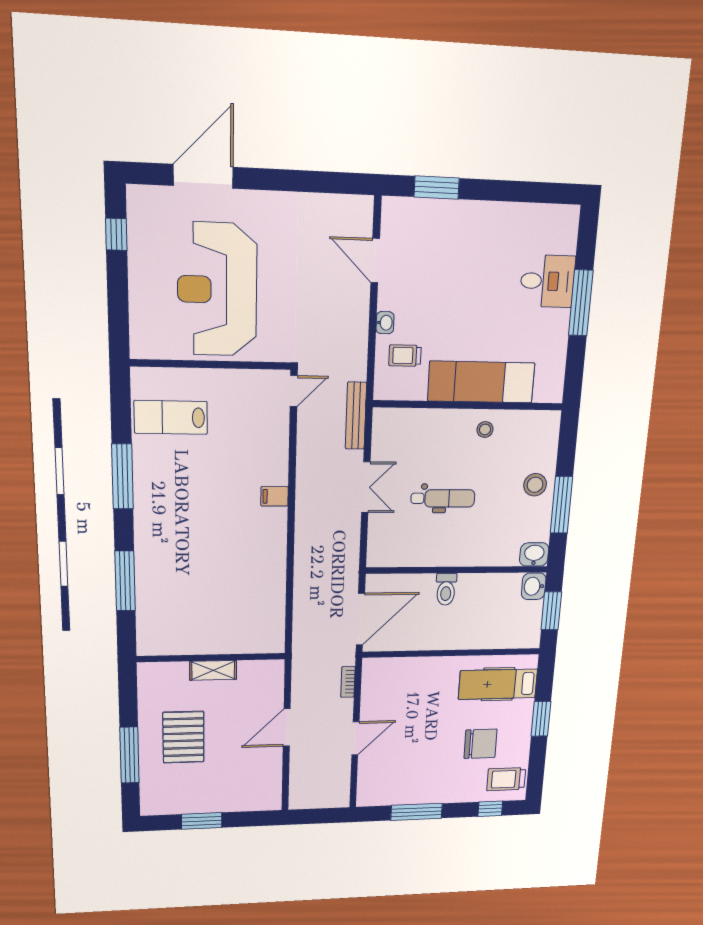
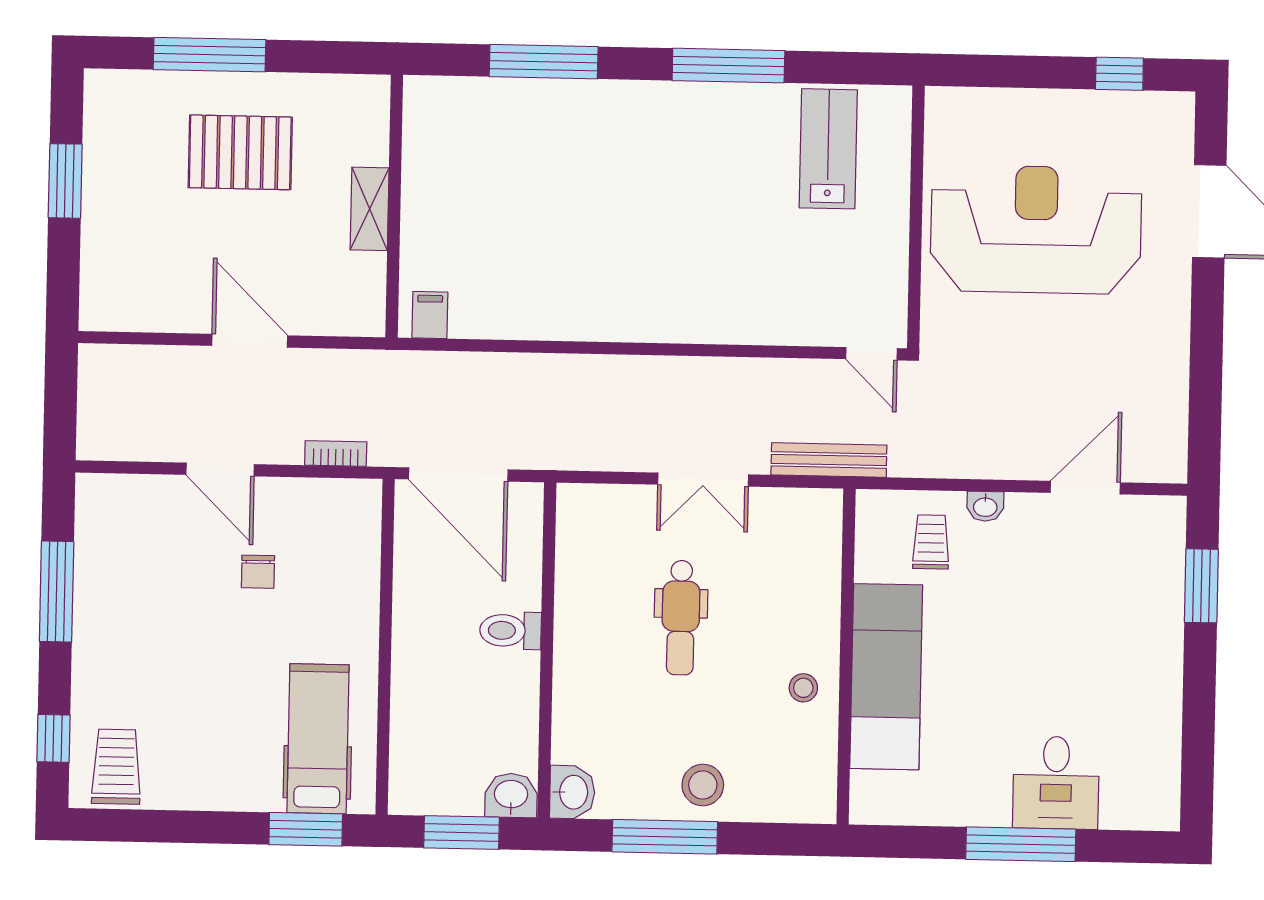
filing cabinet: (275, 496) -> (430, 315), moved
window: (541, 719) -> (306, 829), moved
chair: (480, 744) -> (258, 572), moved, width x0.54, depth x0.54

